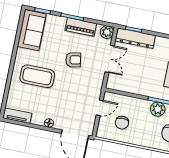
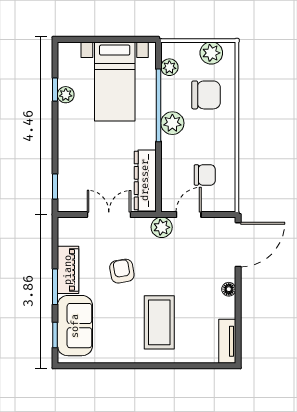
sofa: (32, 30) -> (75, 326), moved, turned 90
plant: (107, 32) -> (162, 227), moved
dresser: (135, 38) -> (145, 180), moved, turned 180
door: (100, 108) -> (189, 215), hinge flipped

